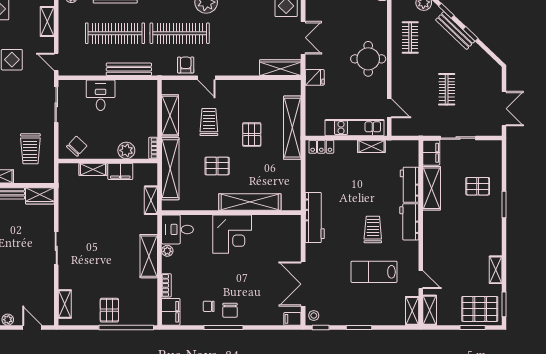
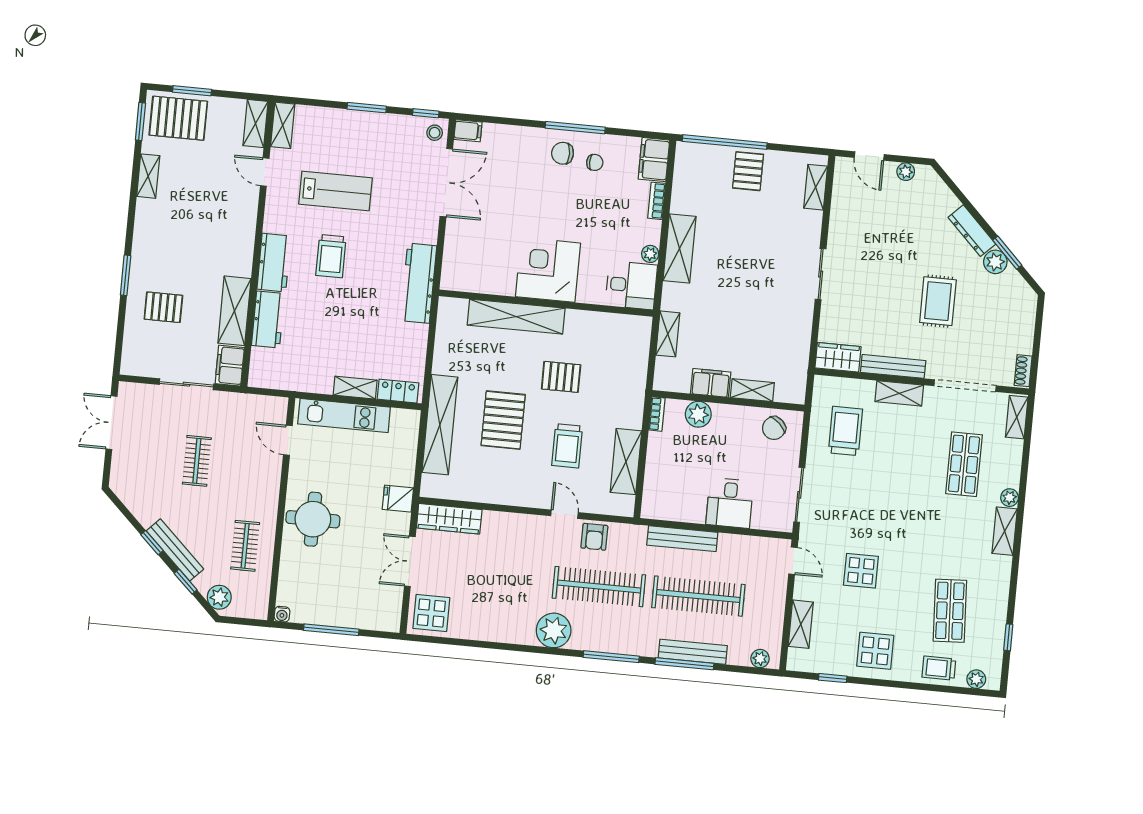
pallet: (252, 135) -> (503, 420), width x1.50, depth x1.42
shelving: (371, 146) -> (355, 388), moved
shelving: (170, 169) -> (633, 380), removed
chair: (230, 310) -> (563, 153), turned -90

